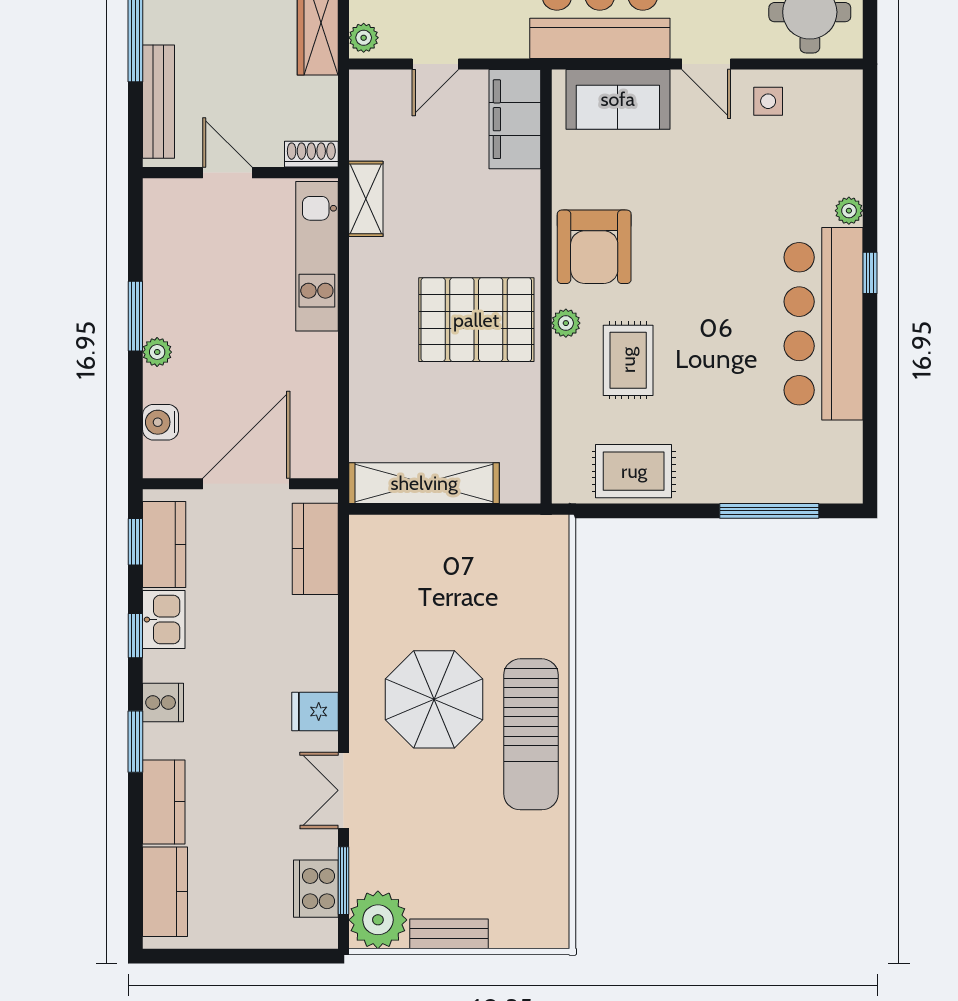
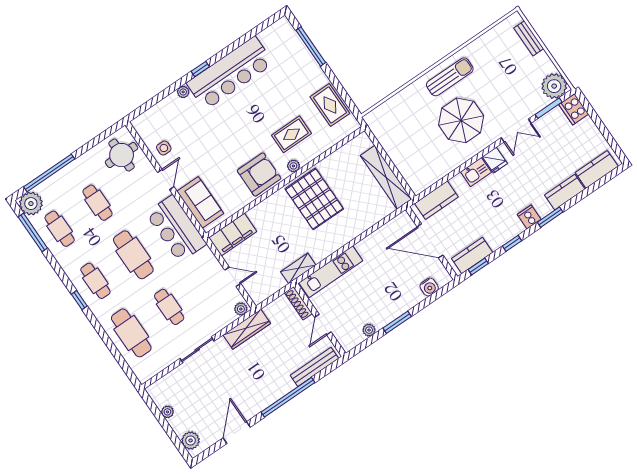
shoe rack: (311, 154) -> (298, 303), width x1.43
plant: (157, 352) -> (369, 330), moved
kitchen sink: (164, 620) -> (476, 172), moved, turned 180
sun lounger: (531, 734) -> (450, 77), width x0.73, depth x0.75
cooker: (316, 889) -> (574, 109), moved, turned 90
bench: (449, 934) -> (529, 38), moved

